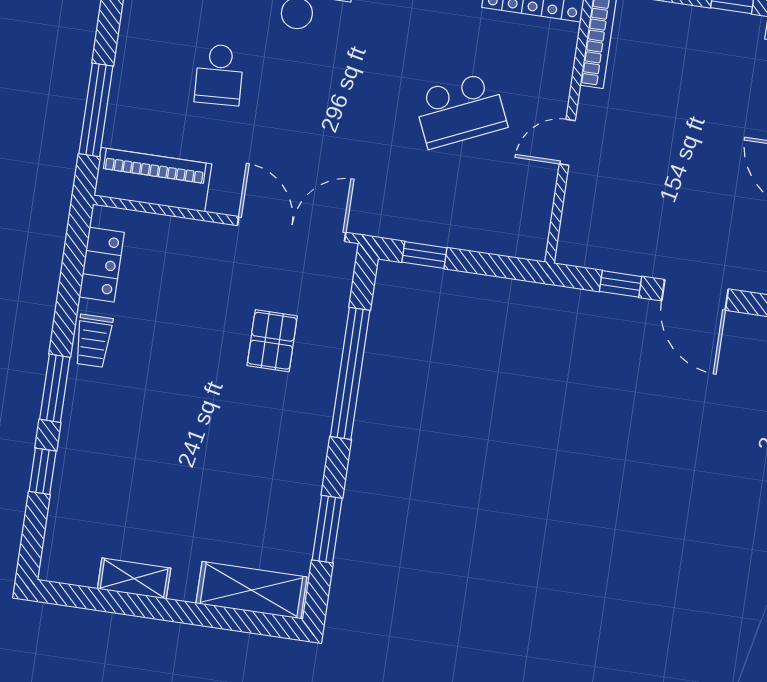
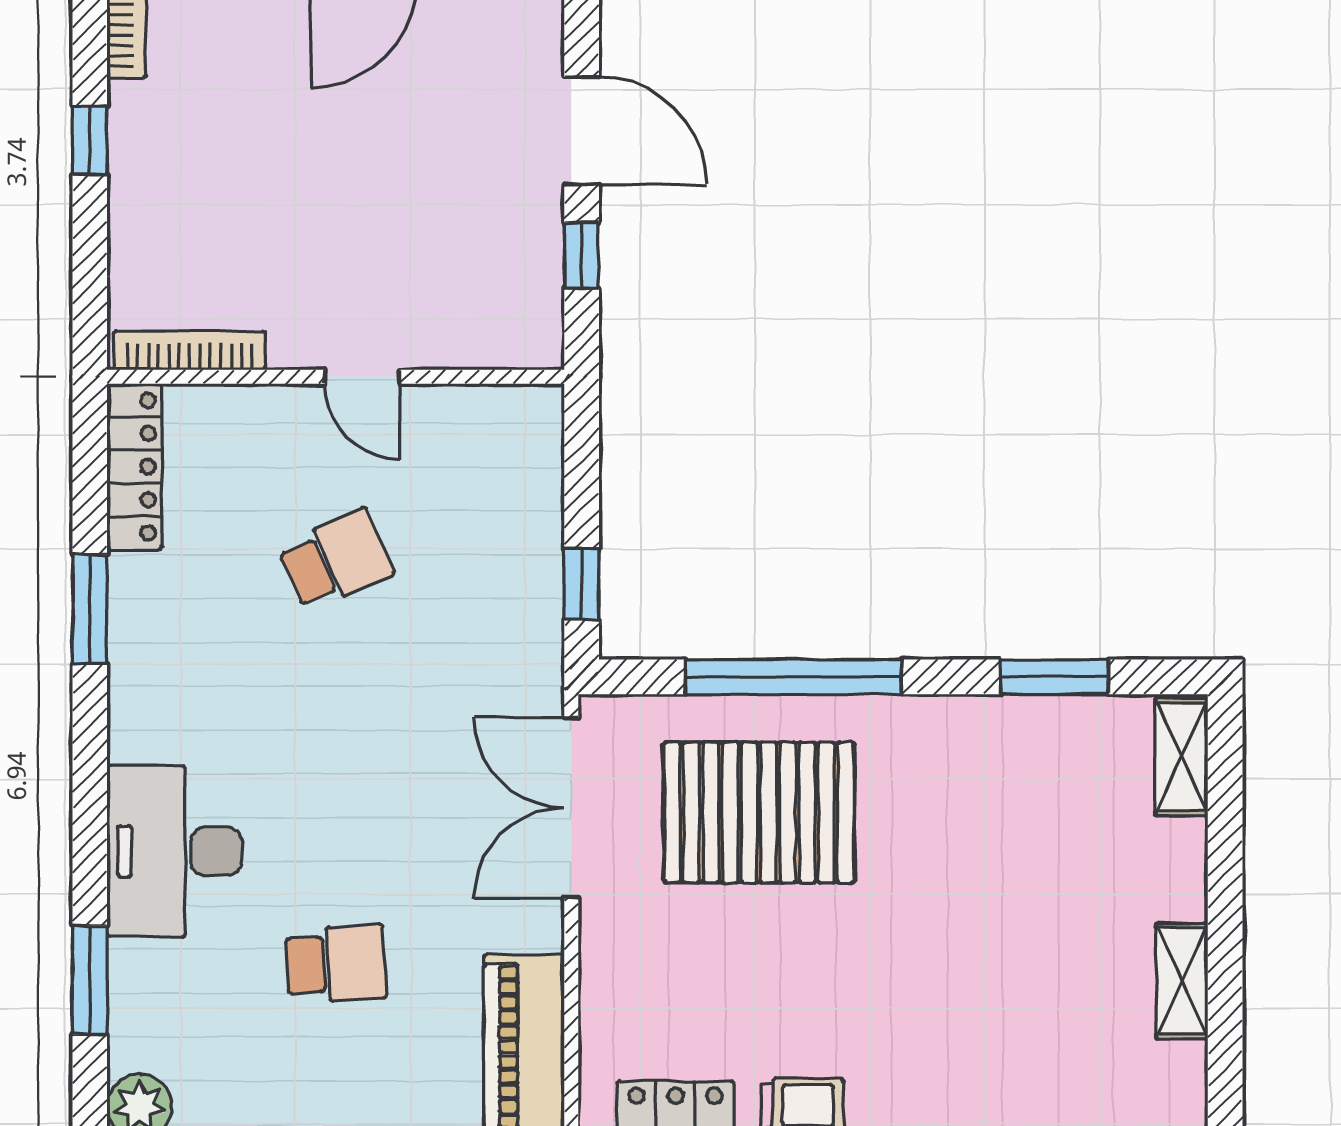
school desk: (460, 110) -> (336, 560), width x0.54
door: (695, 295) -> (582, 131), hinge flipped
pallet: (272, 341) -> (759, 812), width x2.05, depth x2.00
shelving: (251, 590) -> (1181, 757), width x0.67, depth x0.75

